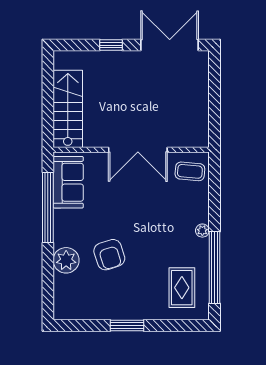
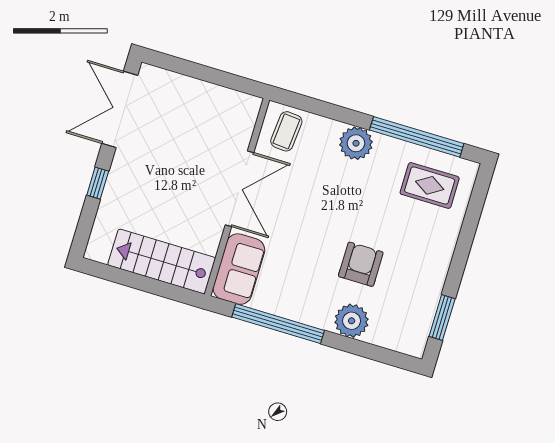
sofa: (68, 182) -> (239, 269), moved, turned 90
plant: (202, 231) -> (356, 143), width x1.88, depth x1.88
armchair: (109, 255) -> (361, 264), turned -72
window: (127, 326) -> (442, 317), moved

